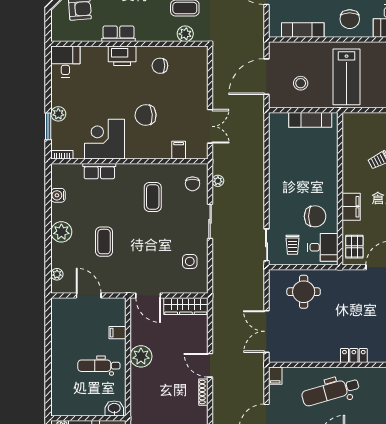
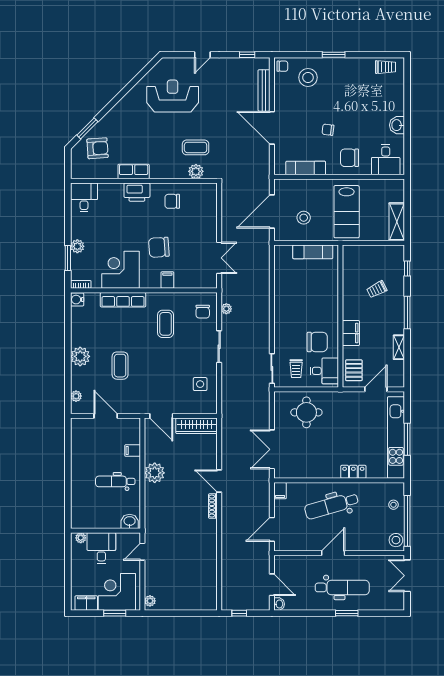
chair: (350, 19) -> (350, 158), turned 90
filing cabinet: (179, 150) -> (167, 280), moved
row of seats: (99, 171) -> (123, 300), width x1.48
water cooler: (58, 195) -> (77, 300), moved

